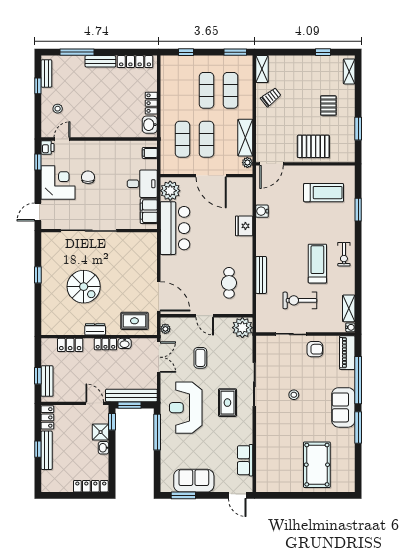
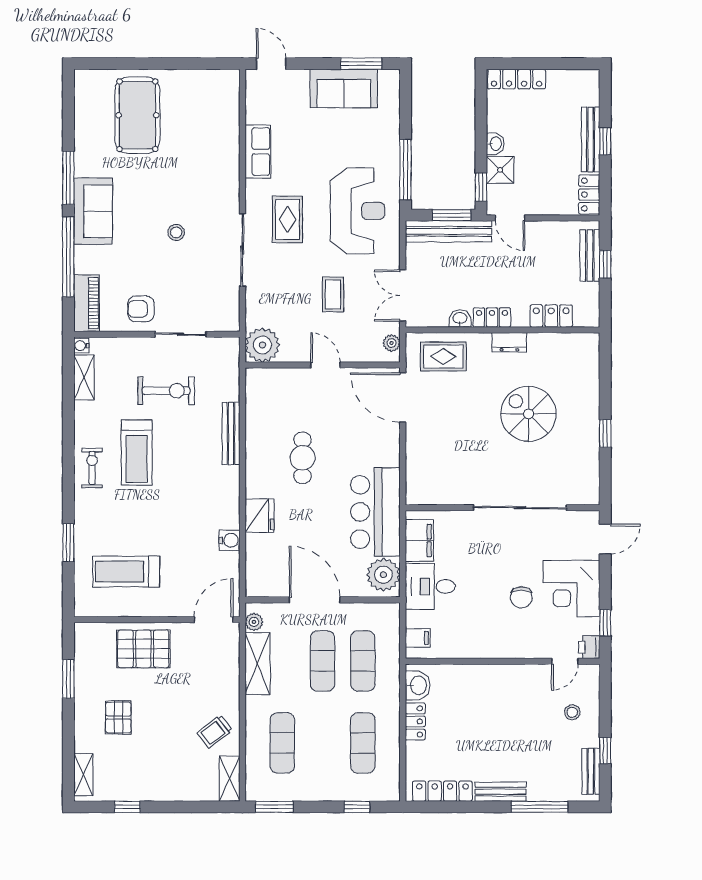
exercise mat: (207, 90) -> (363, 743), moved
cafe table: (229, 283) -> (303, 458), moved
row of seats: (245, 460) -> (258, 152), moved

